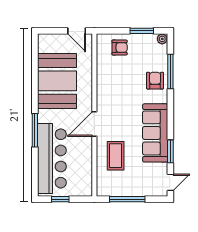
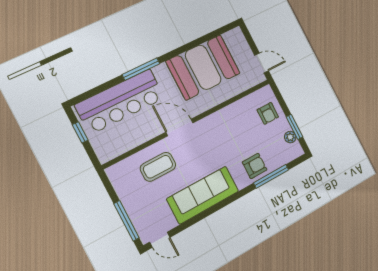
door: (77, 31) -> (262, 63), swing flipped
plant: (162, 39) -> (290, 137), moved
window: (170, 151) -> (192, 221), removed
window: (127, 199) -> (126, 221), moved

